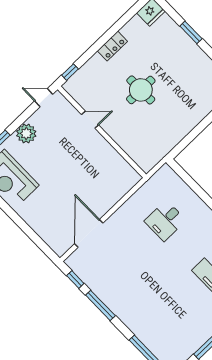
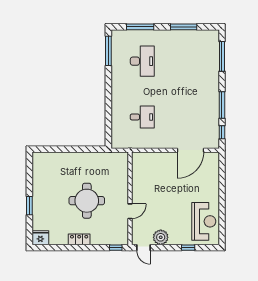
round table: (141, 90) -> (87, 201), width x1.36, depth x1.36
door: (90, 120) -> (130, 211), swing flipped
plant: (26, 134) -> (161, 237), moved

